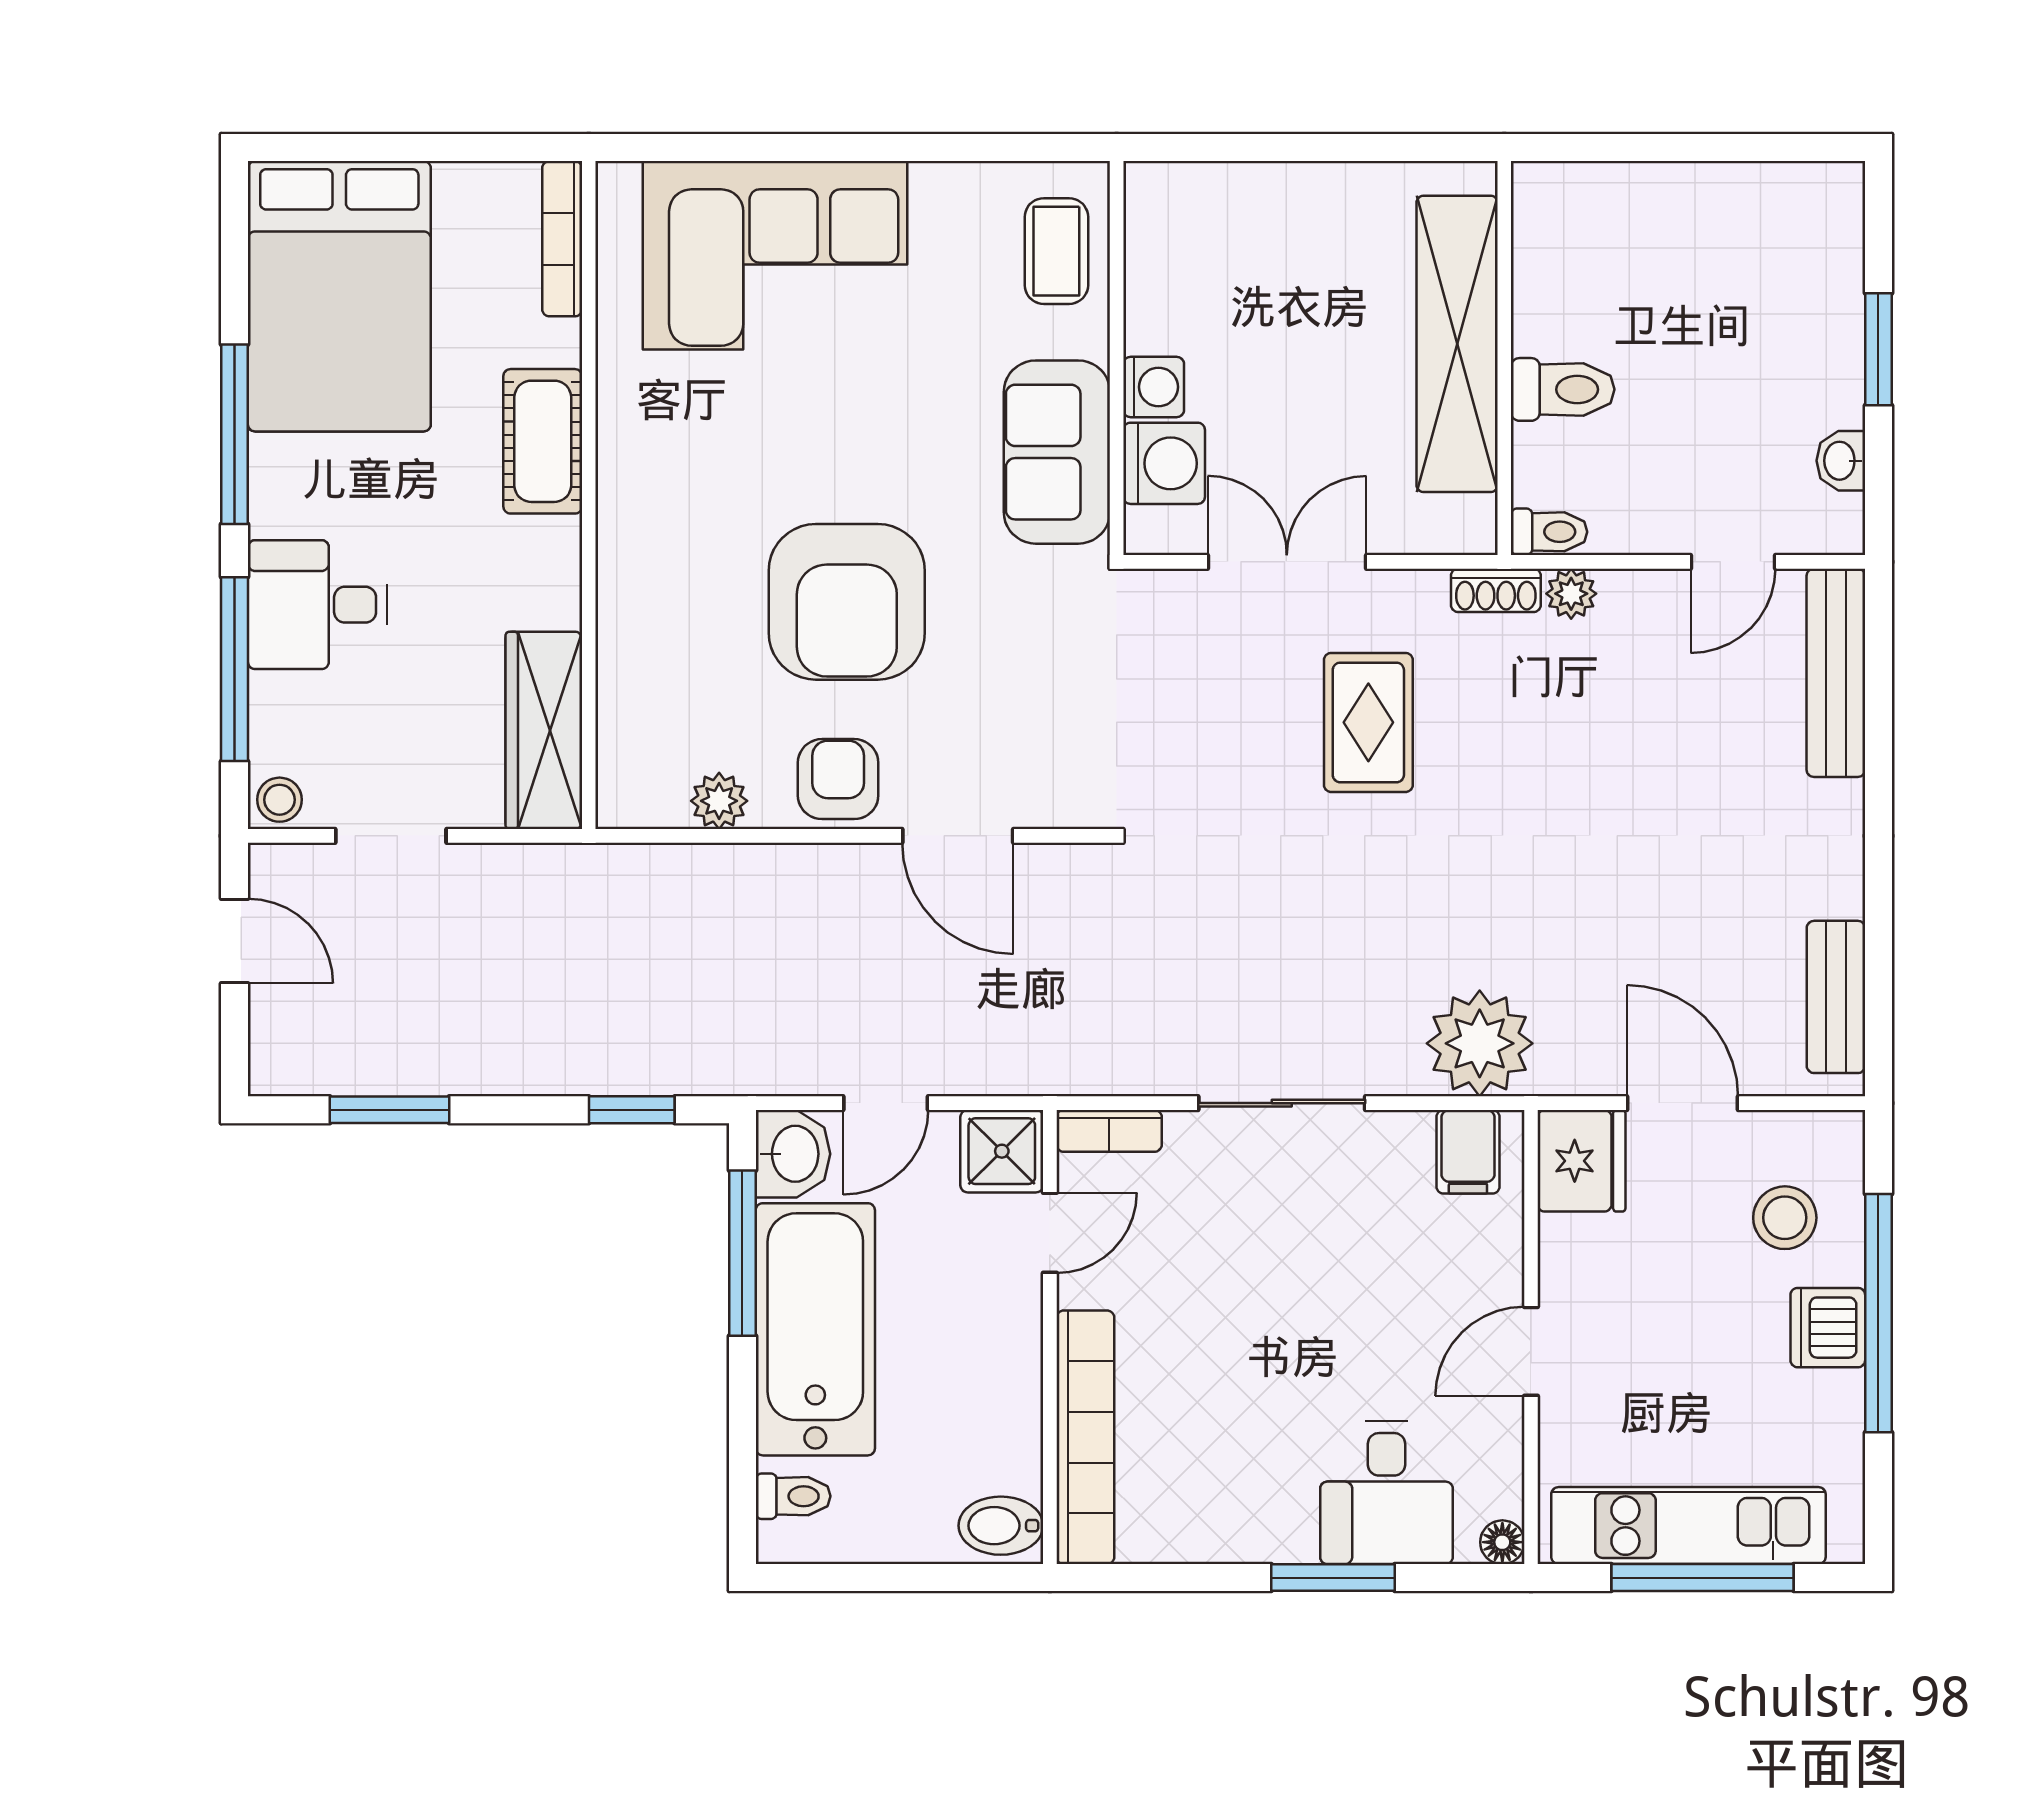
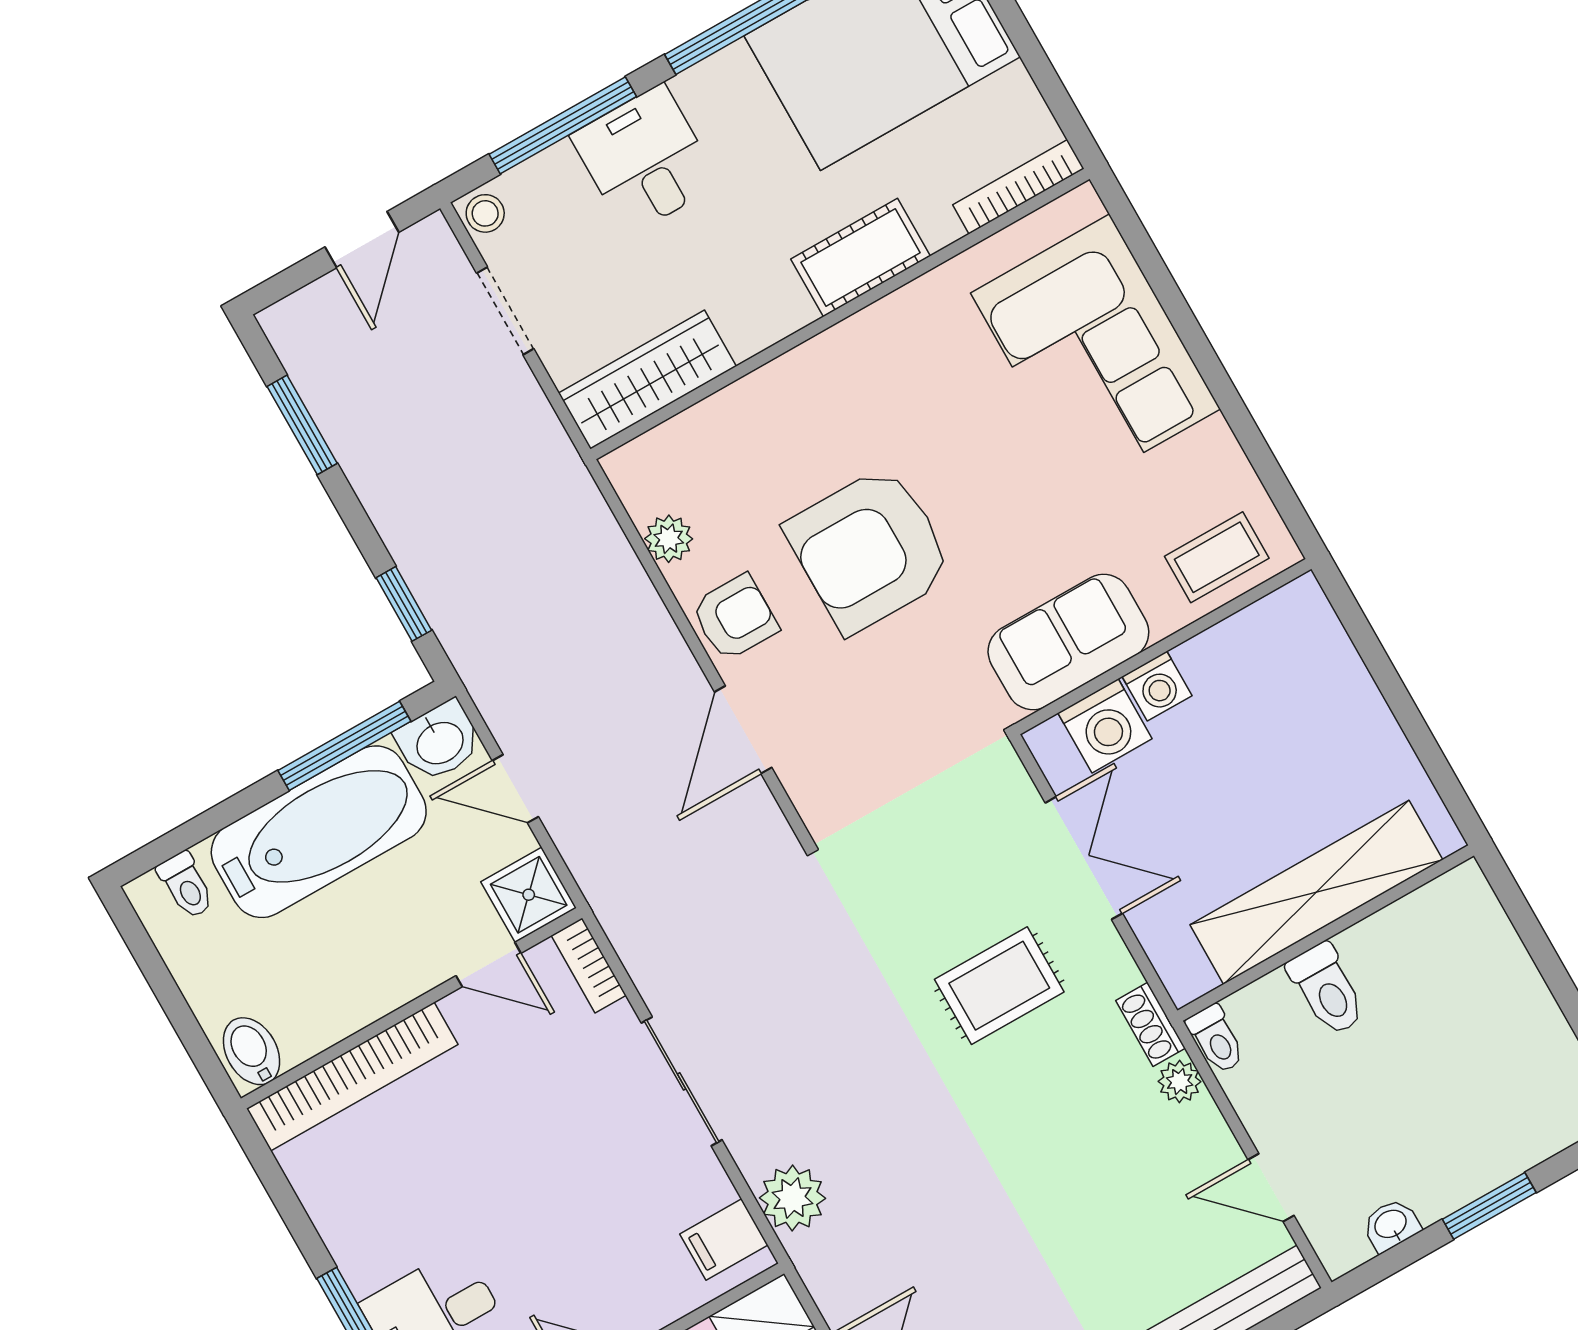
plant: (1480, 1043) -> (792, 1198), width x0.73, depth x0.73

